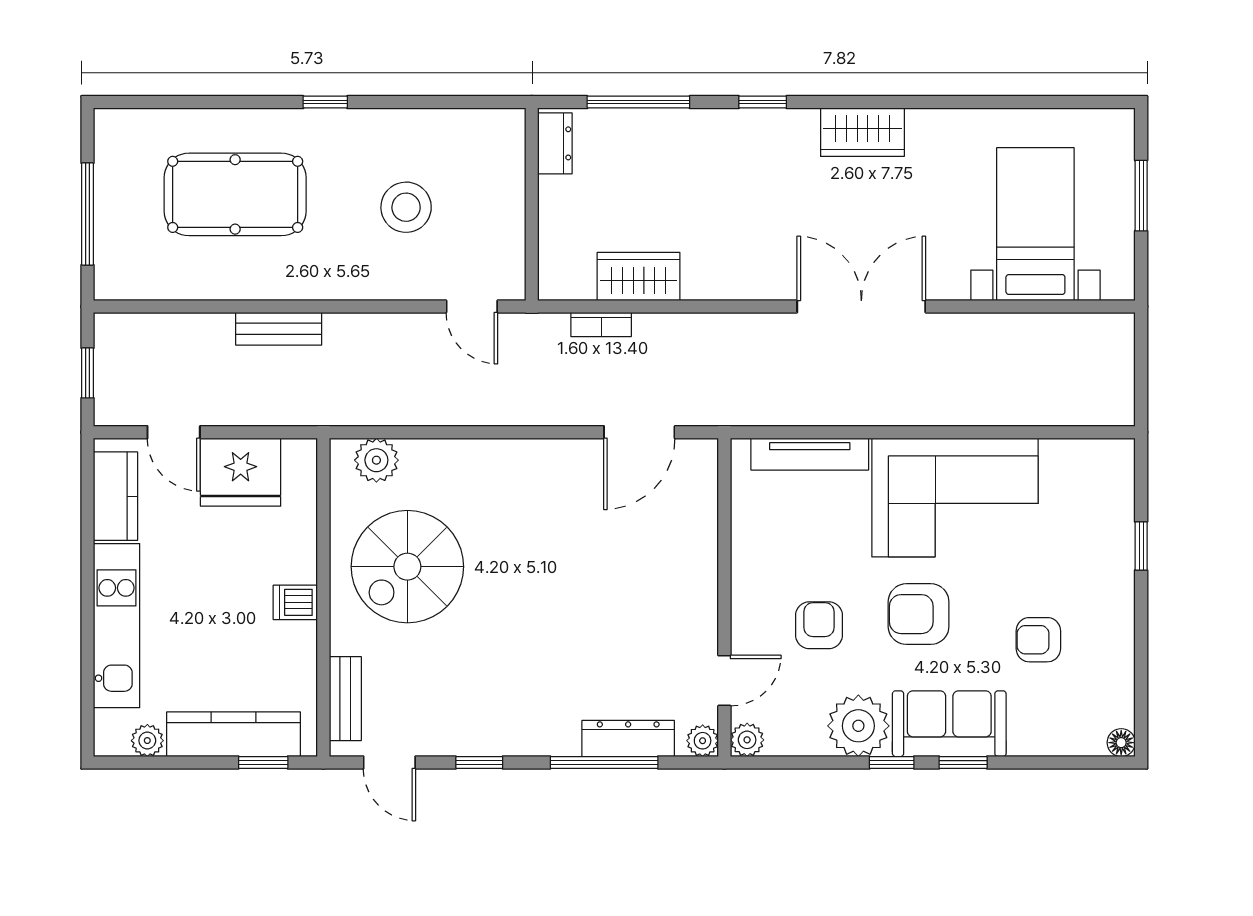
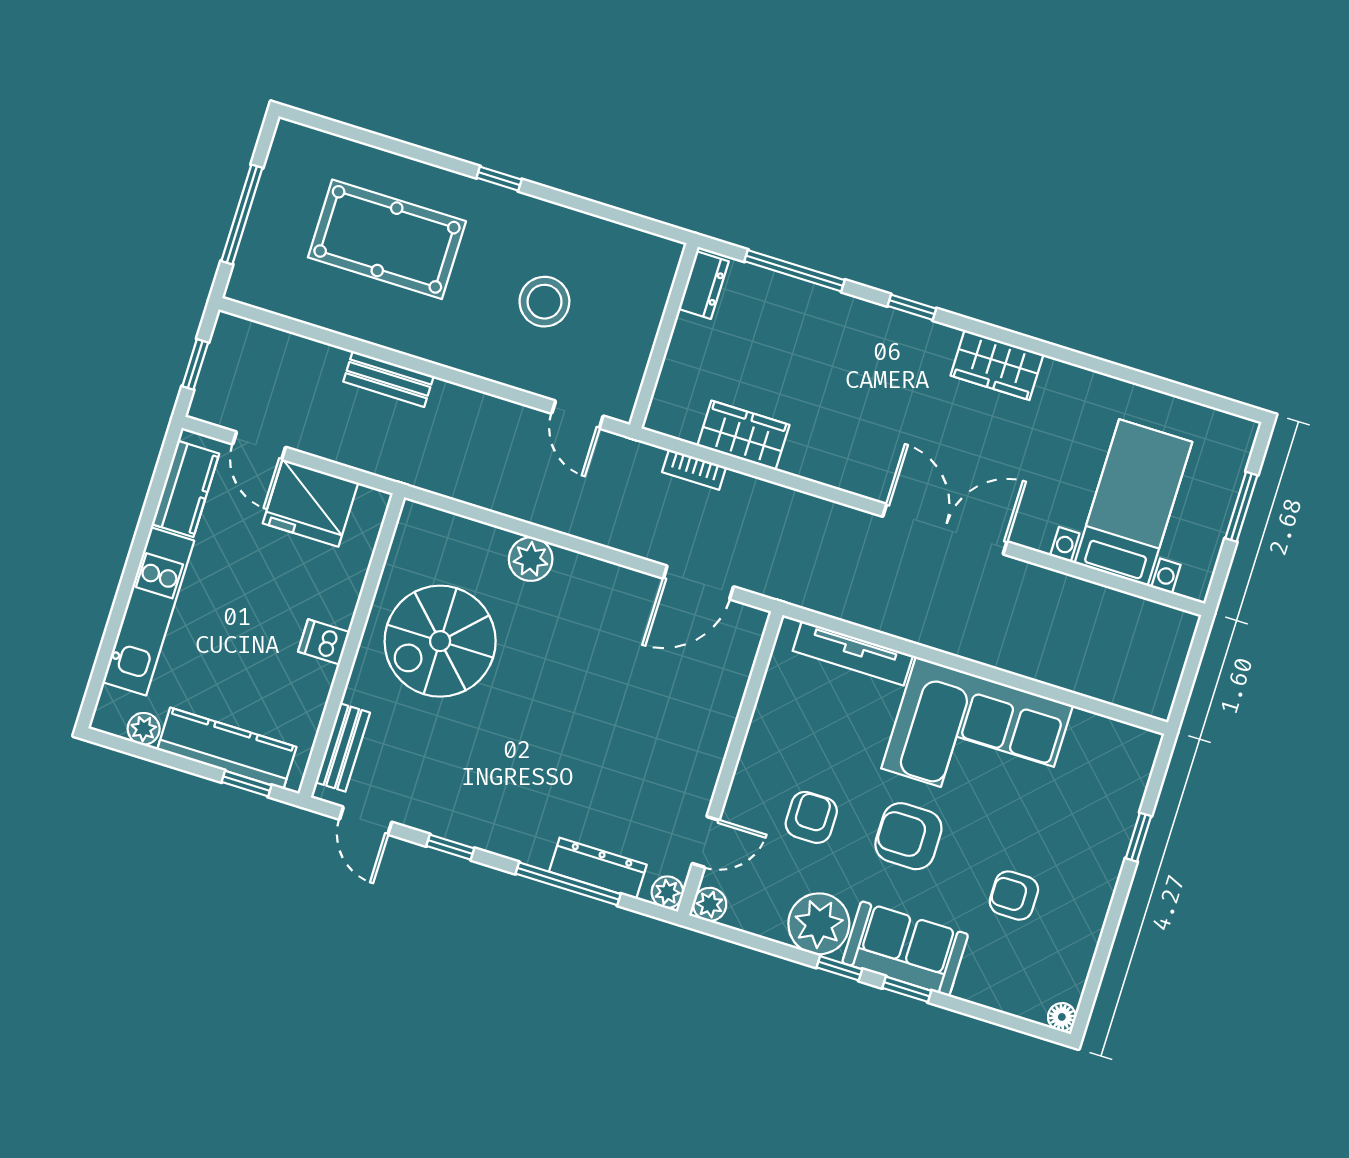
plant: (376, 460) -> (531, 559), moved

